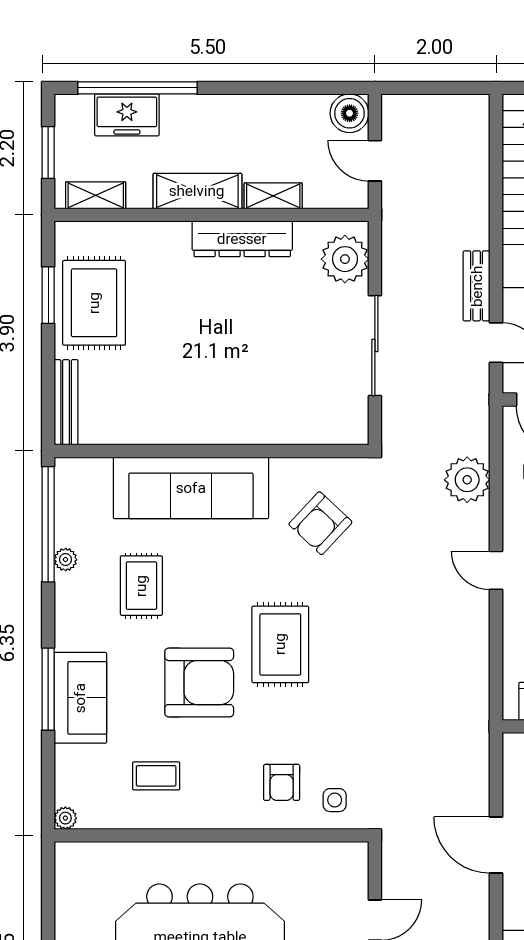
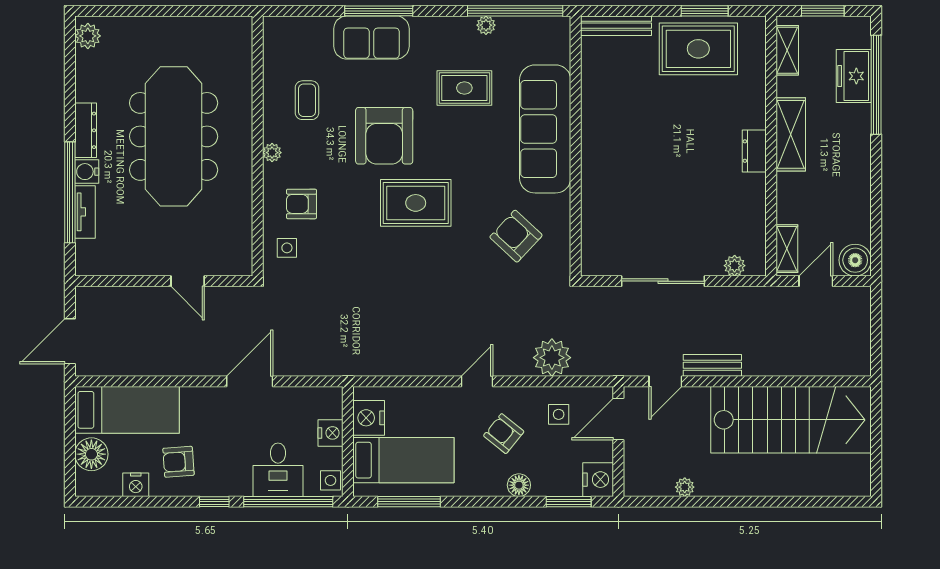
shelving: (273, 196) -> (787, 249), moved
dresser: (242, 239) -> (754, 151), width x0.51, depth x0.80
plant: (345, 259) -> (735, 266), width x0.53, depth x0.53
plant: (65, 818) -> (272, 153), moved

